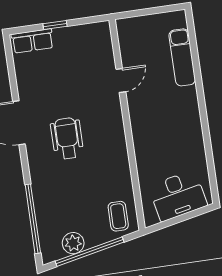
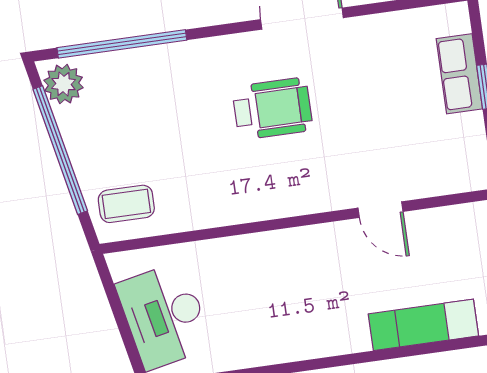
row of seats: (32, 41) -> (459, 74), moved
plant: (73, 243) -> (63, 84), moved

